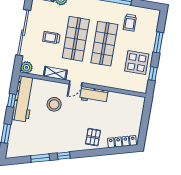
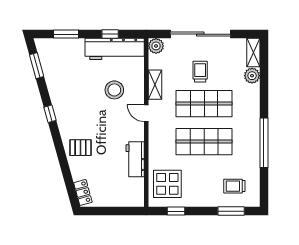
trolley: (130, 23) -> (234, 186), moved
window: (158, 42) -> (231, 211), moved
display table: (137, 63) -> (167, 184), moved
workbench: (94, 95) -> (135, 159), moved
locker: (122, 142) -> (83, 192), width x0.66
window: (40, 158) -> (37, 66), moved

